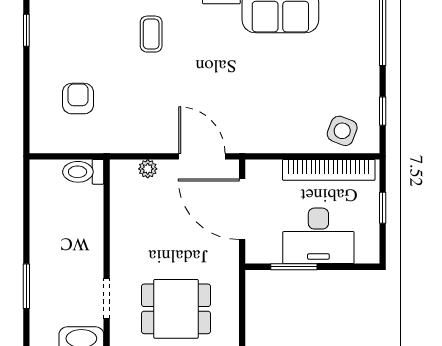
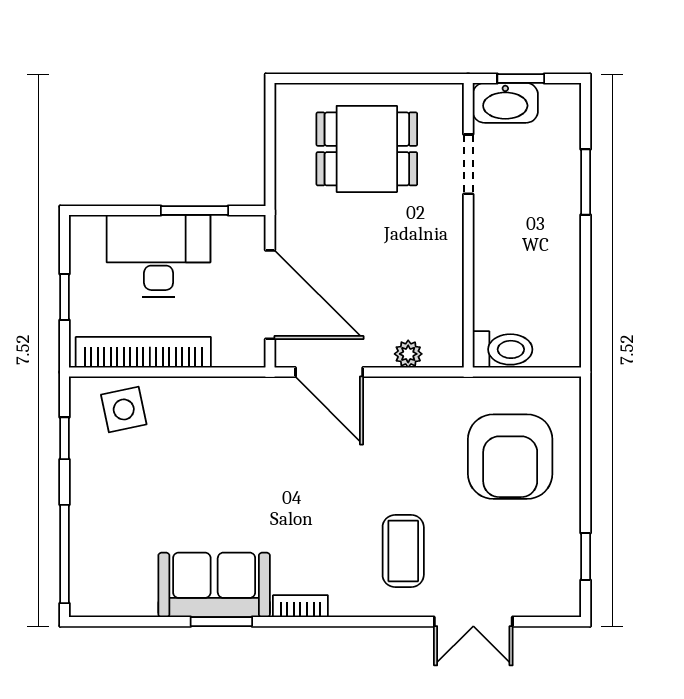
coffee table: (151, 34) -> (403, 551), width x1.36, depth x1.30
armchair: (78, 99) -> (510, 457), width x1.88, depth x1.88
side table: (342, 131) -> (124, 409), turned -33

